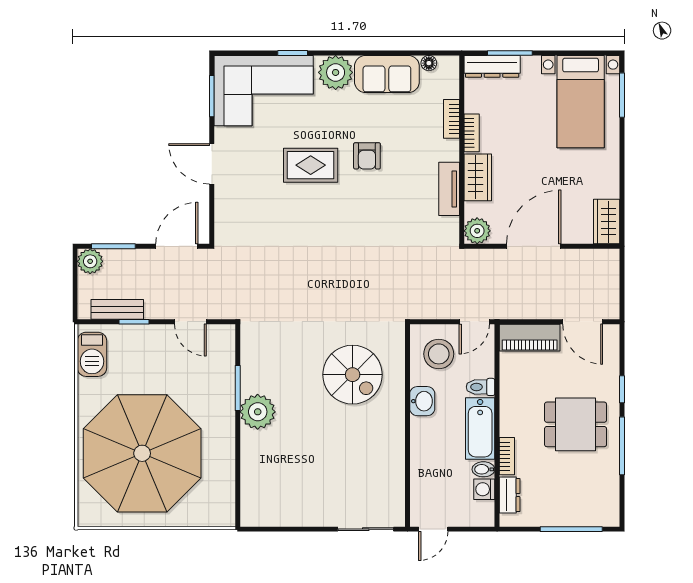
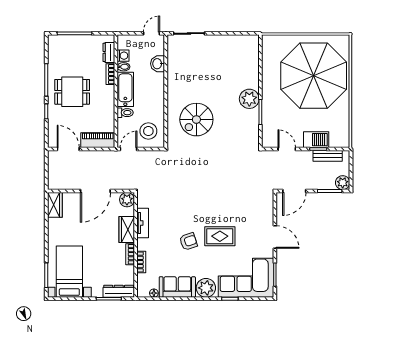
armchair: (367, 156) -> (188, 241), turned 72
barbecue: (92, 354) -> (316, 140), moved, turned 90
spiral stairs: (353, 375) -> (196, 120), turned -90
washbasin: (422, 401) -> (158, 64), moved

